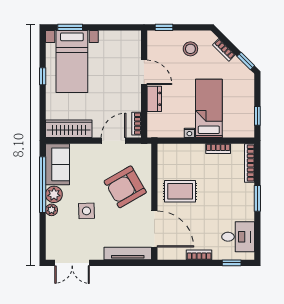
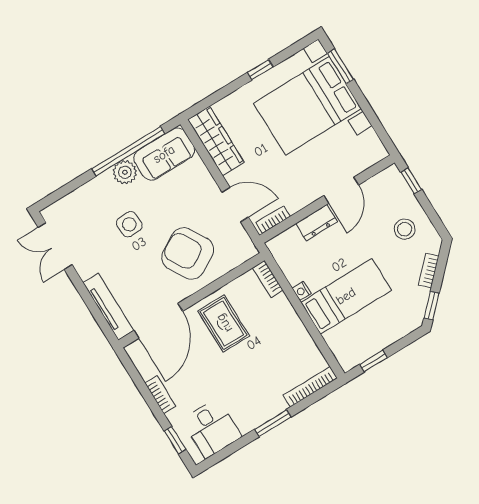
bed with nightstands: (72, 61) -> (307, 106), width x1.36
bookcase: (218, 149) -> (268, 279), moved
plant: (52, 210) -> (104, 181), removed

